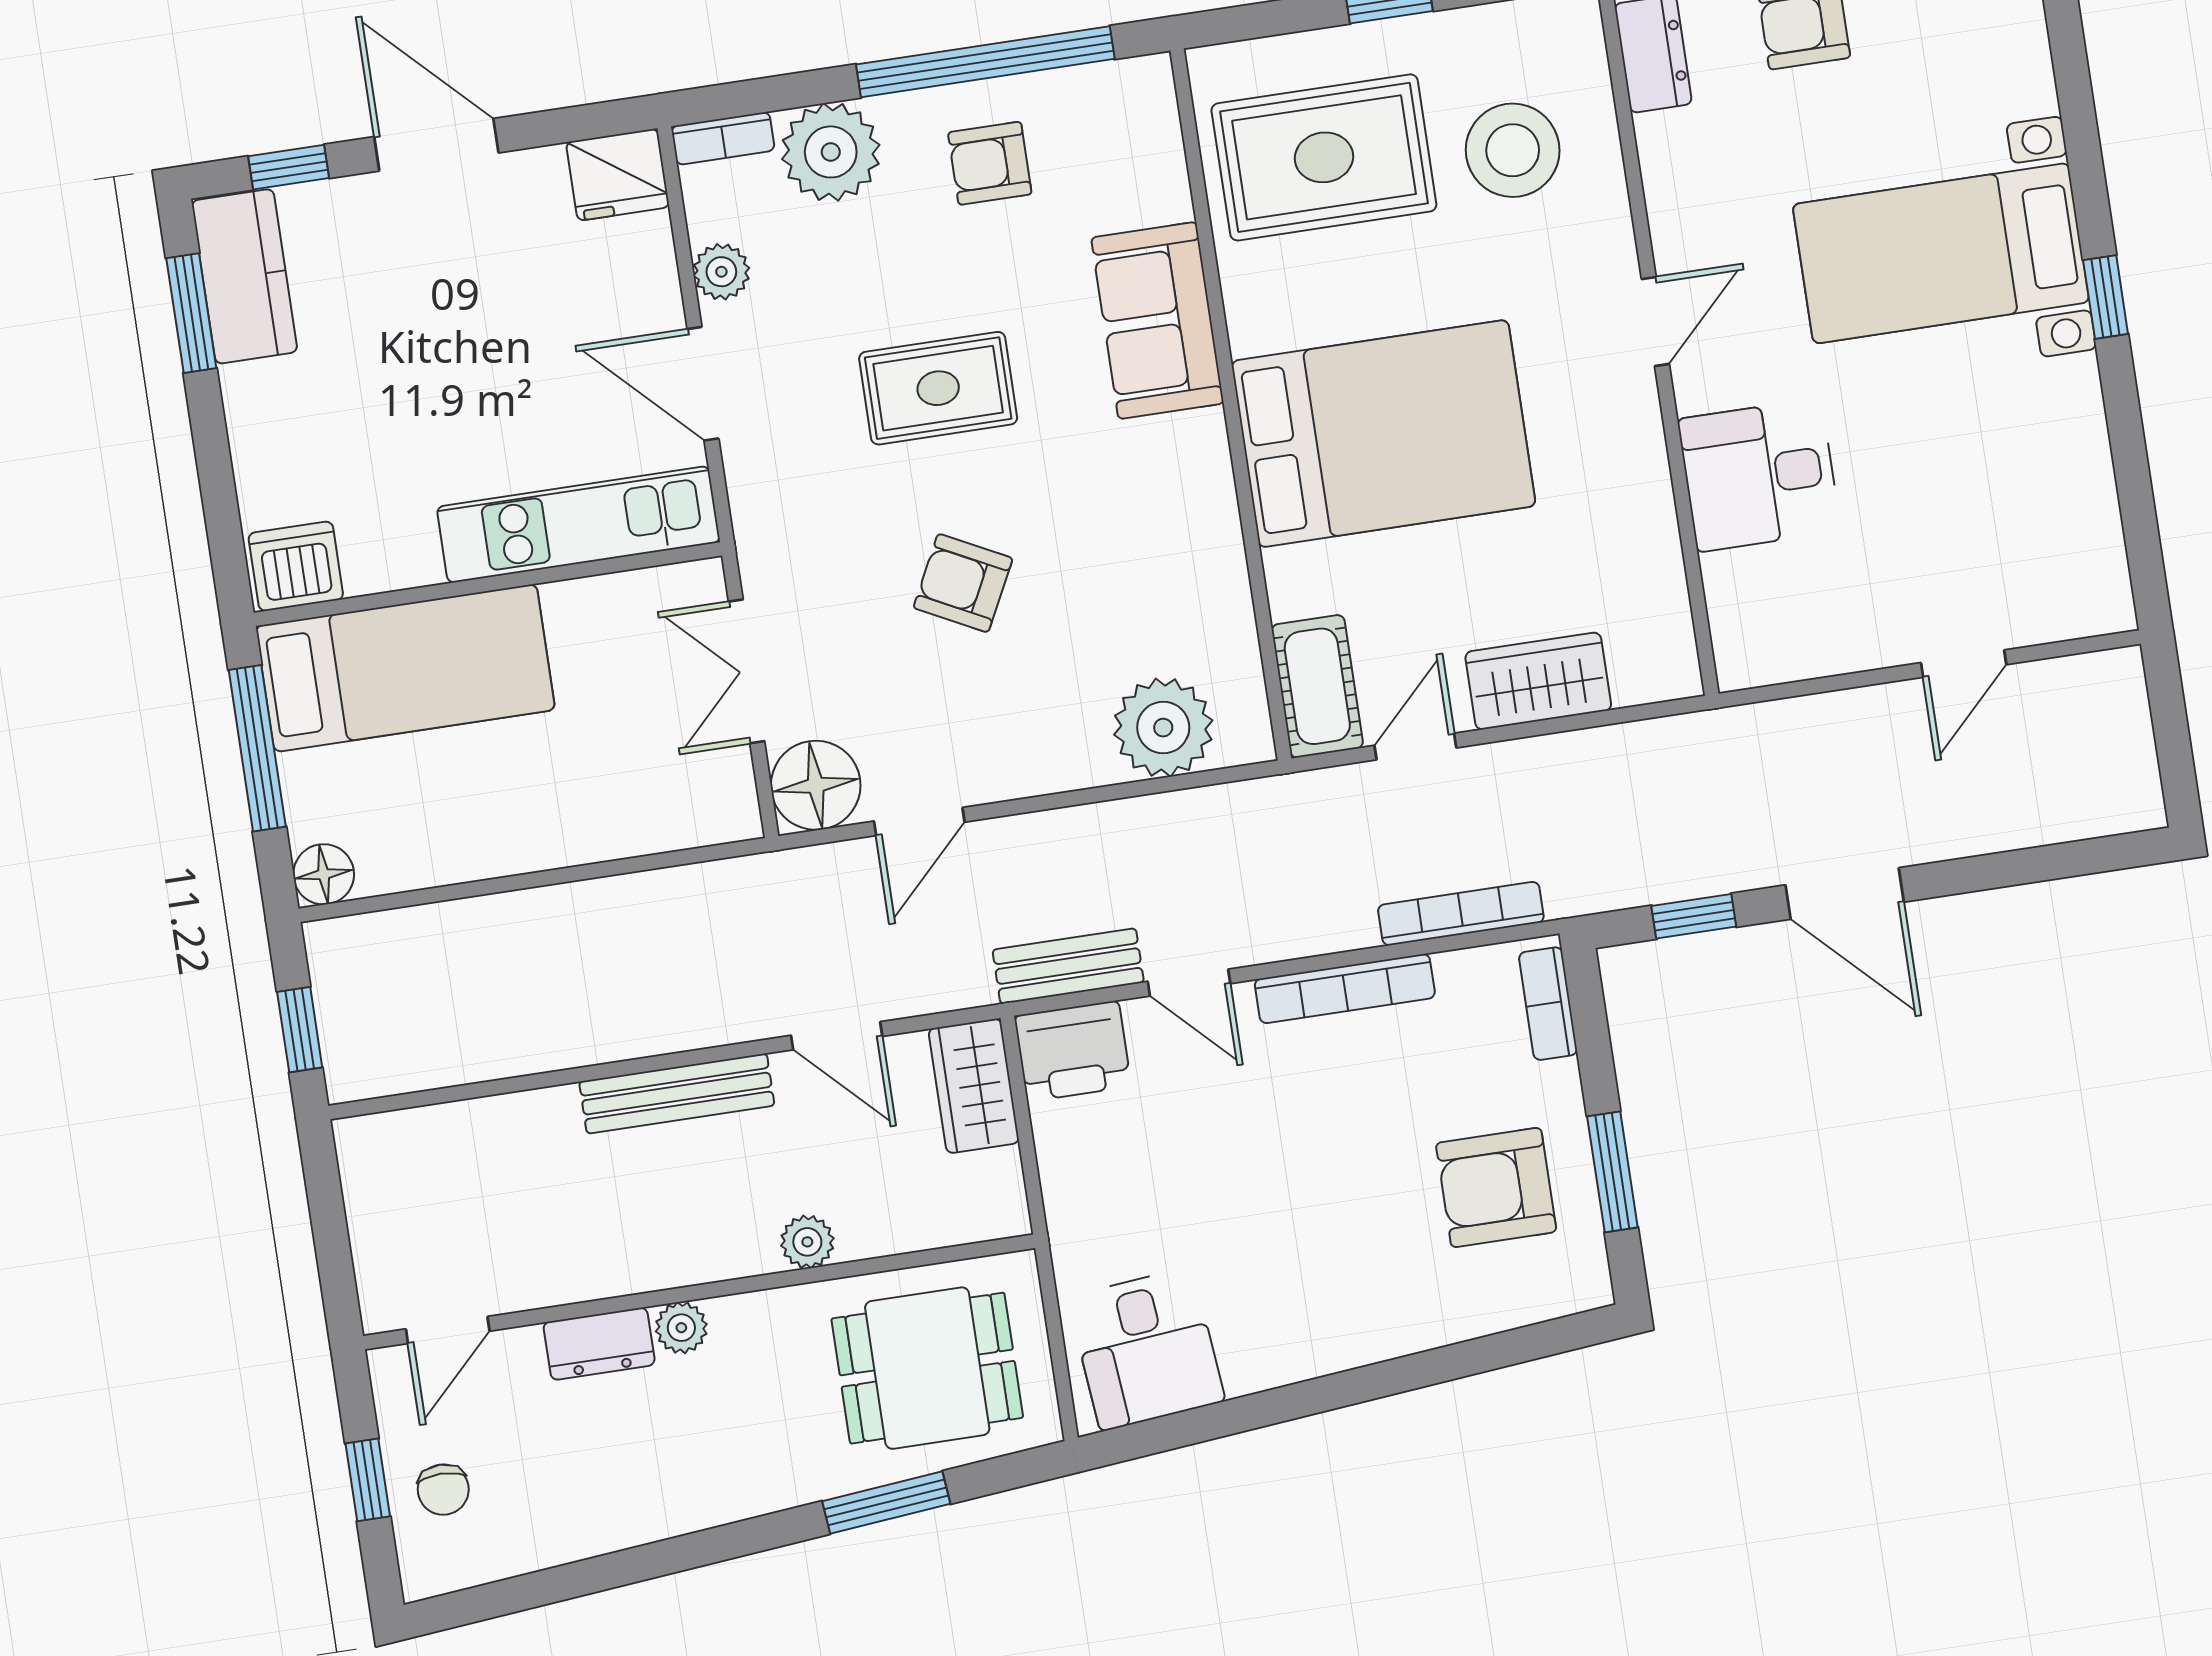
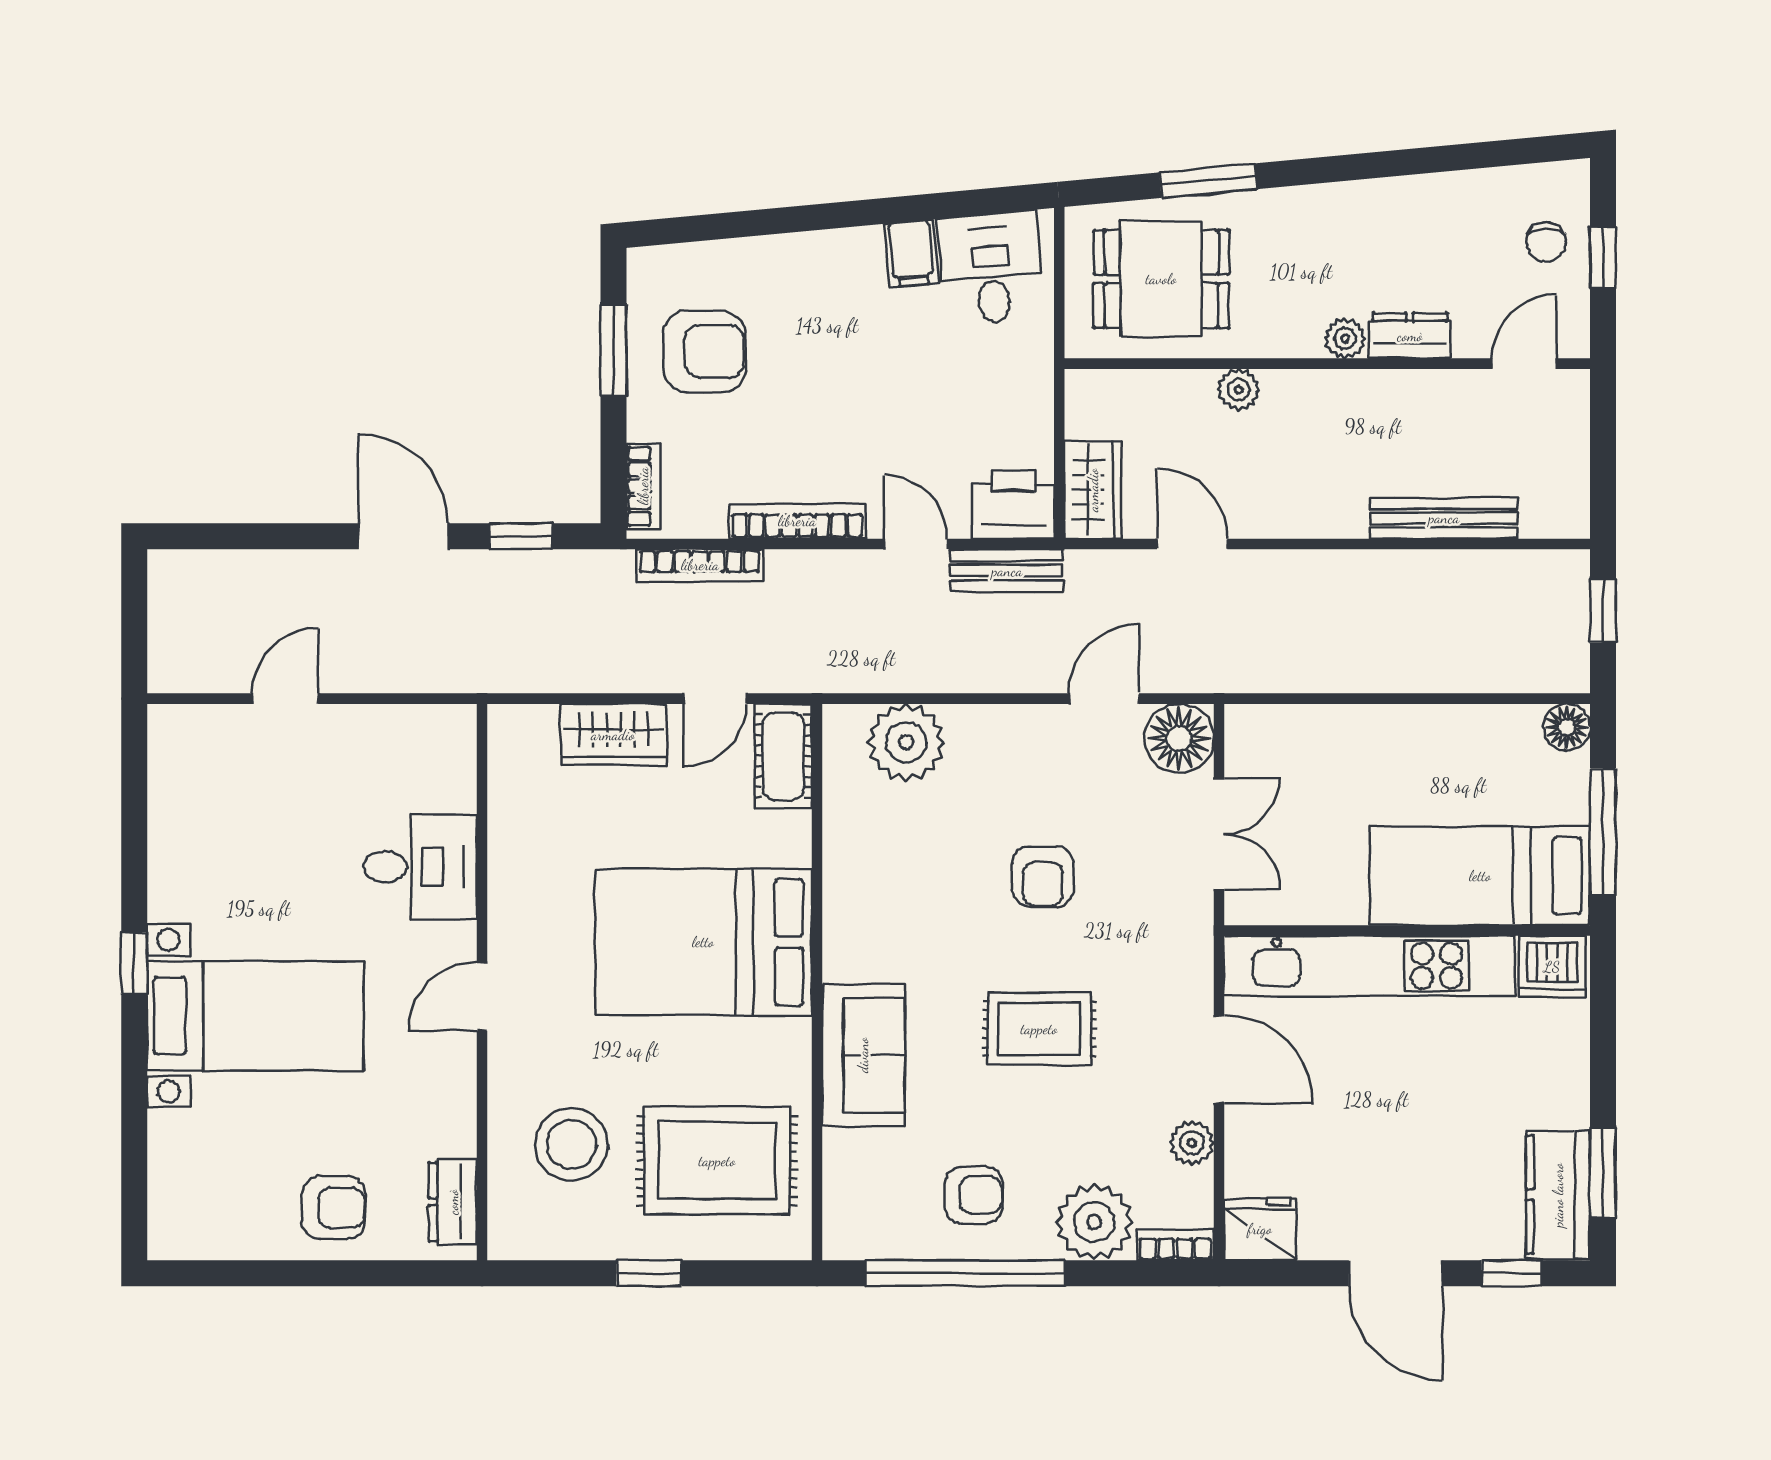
kitchen unit: (578, 525) -> (1370, 966), width x1.36
armchair: (963, 583) -> (1043, 876), turned 63
bench: (677, 1094) -> (1444, 518), moved
filing cabinet: (1251, 1352) -> (911, 254), added
chair: (443, 1490) -> (1546, 242), turned 180

